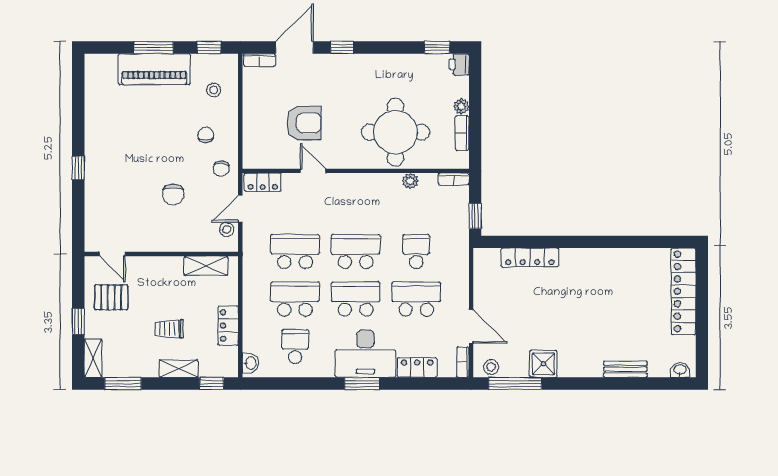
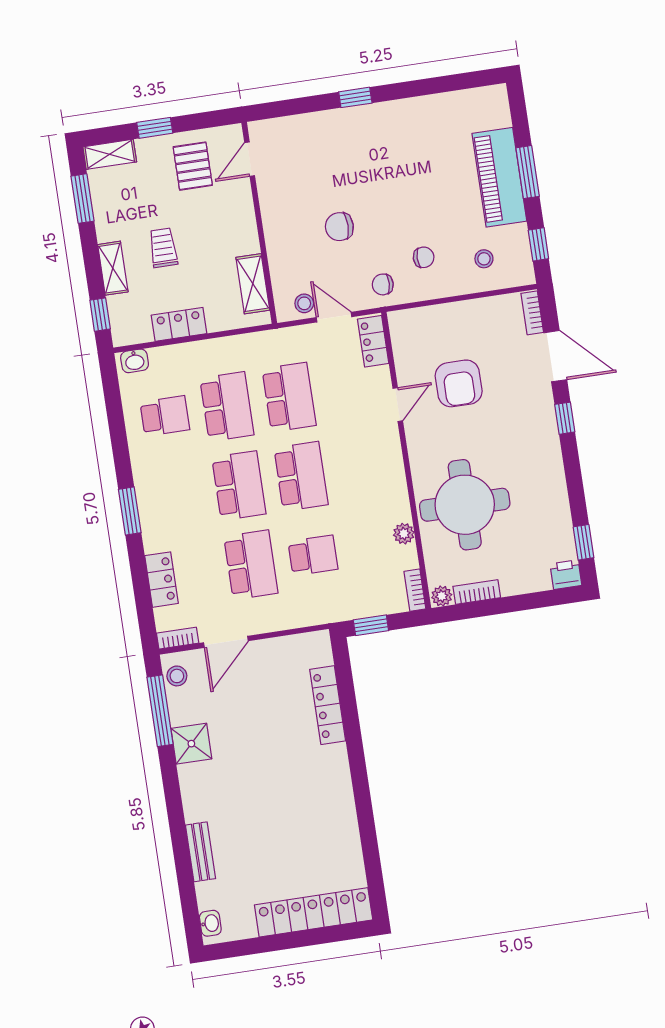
plant: (461, 106) -> (442, 596), moved
desk: (365, 354) -> (169, 509), removed

